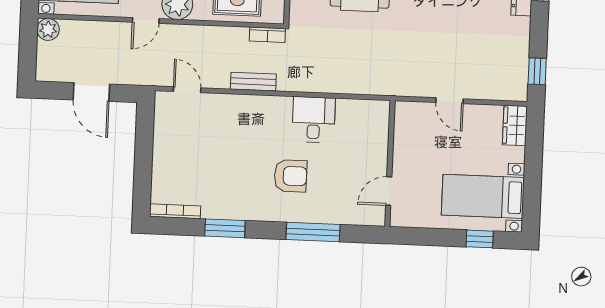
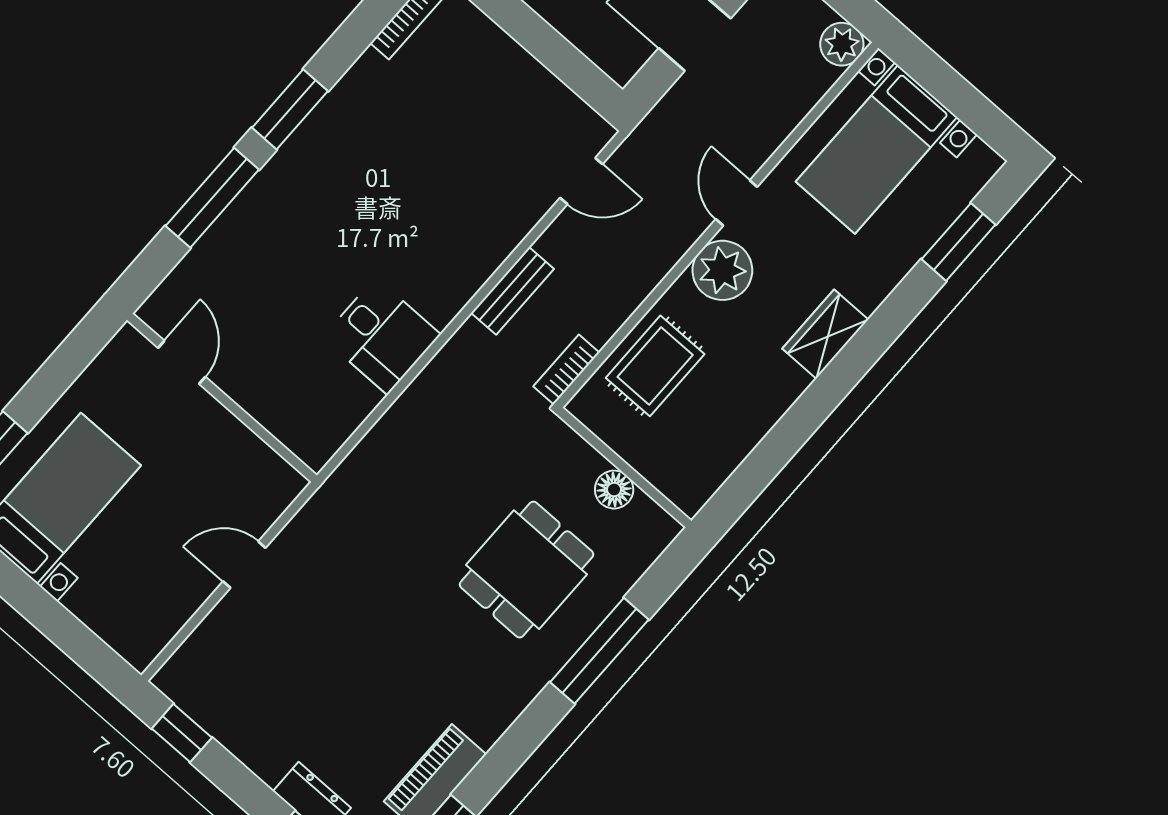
wardrobe: (515, 125) -> (127, 633), removed
armchair: (291, 176) -> (325, 232), removed
window: (225, 228) -> (290, 109), moved

